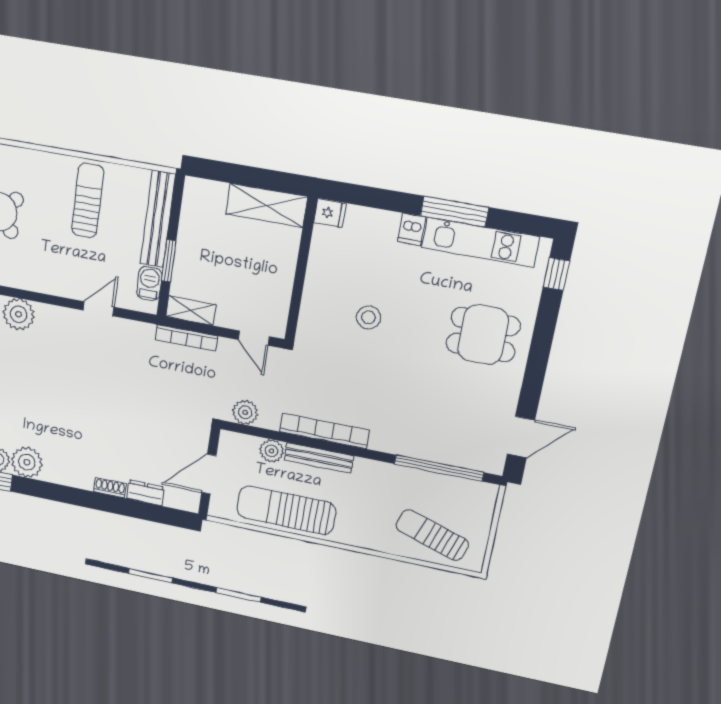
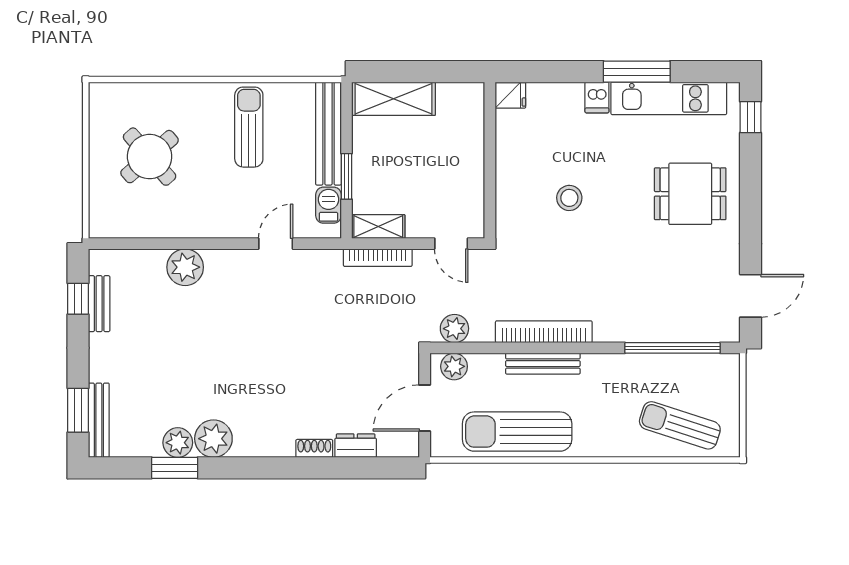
shelving: (267, 205) -> (394, 99), moved
plant: (271, 451) -> (454, 366), moved

